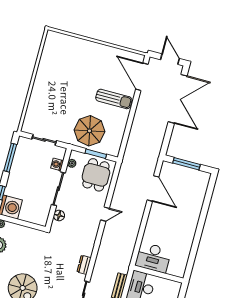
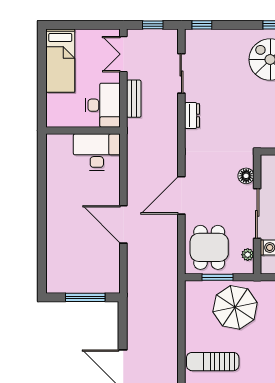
door: (153, 188) -> (123, 224), moved
door: (105, 214) -> (181, 195), width x1.88

